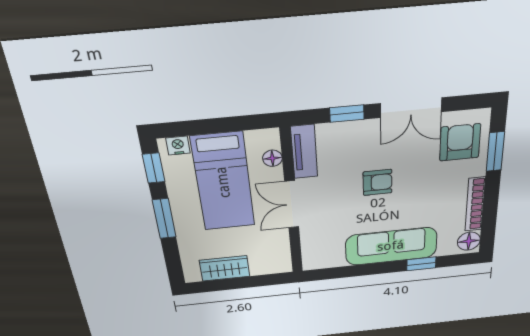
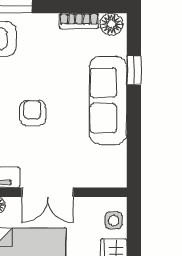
bookcase: (475, 204) -> (79, 21), width x0.64
side table: (267, 264) -> (114, 220), added

